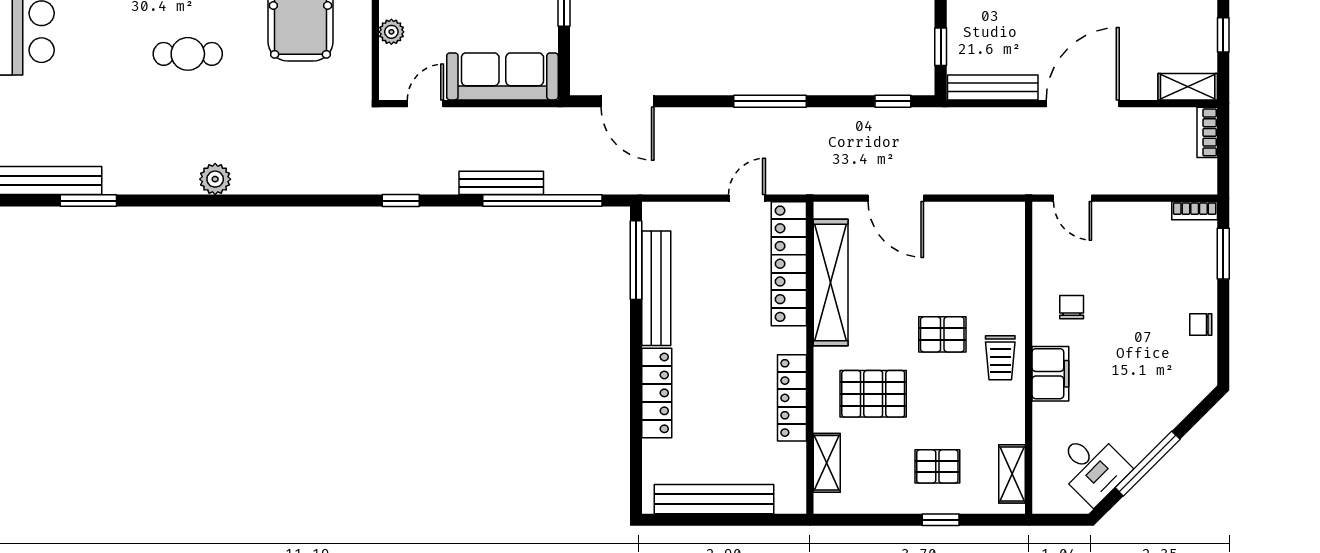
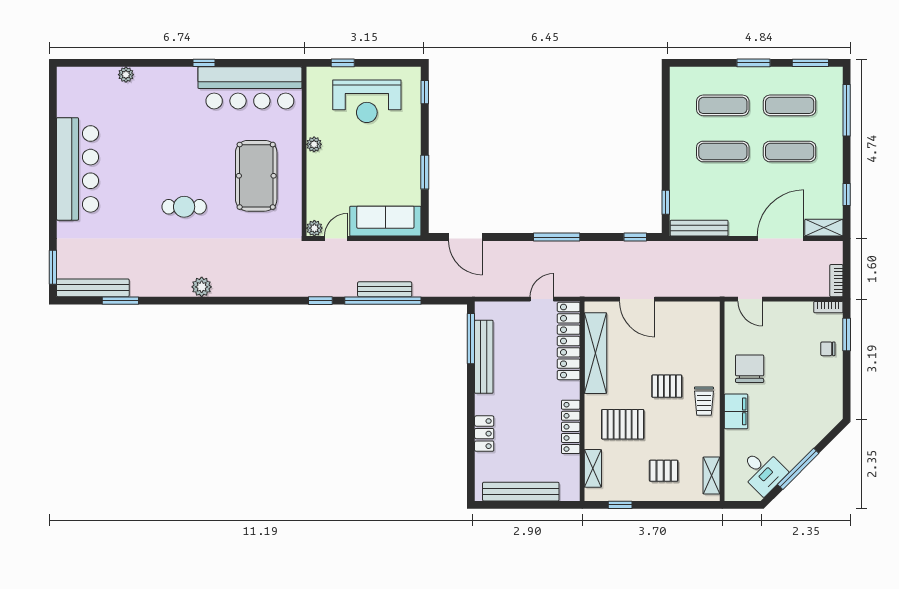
plant: (391, 32) -> (314, 228), moved
door: (1083, 104) -> (781, 239), moved
bookcase: (1207, 132) -> (836, 281), moved
window: (542, 201) -> (383, 301), moved
chair: (1072, 307) -> (750, 369), width x1.87, depth x1.87
chair: (1201, 324) -> (828, 349), moved
locker: (657, 393) -> (484, 434), width x0.66
window: (941, 520) -> (620, 505), moved

